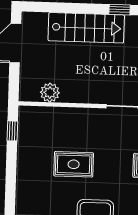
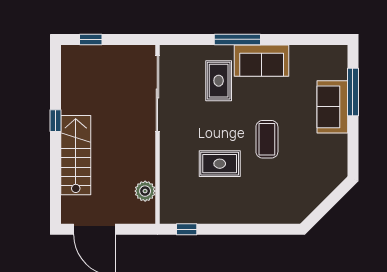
rug: (74, 164) -> (220, 164), turned 90

